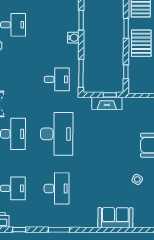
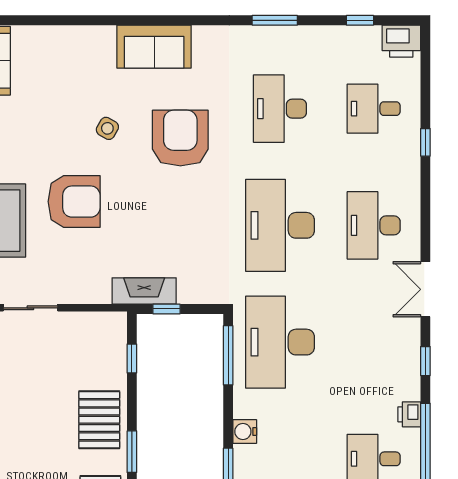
desk: (57, 79) -> (280, 342), width x1.87, depth x1.30
fireplace: (107, 103) -> (144, 291), moved
armchair: (103, 175) -> (180, 138), added

